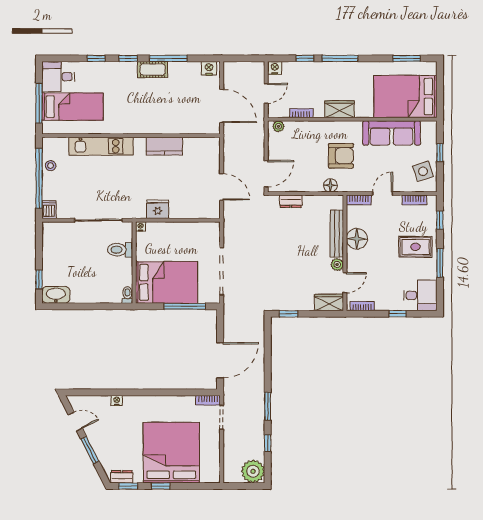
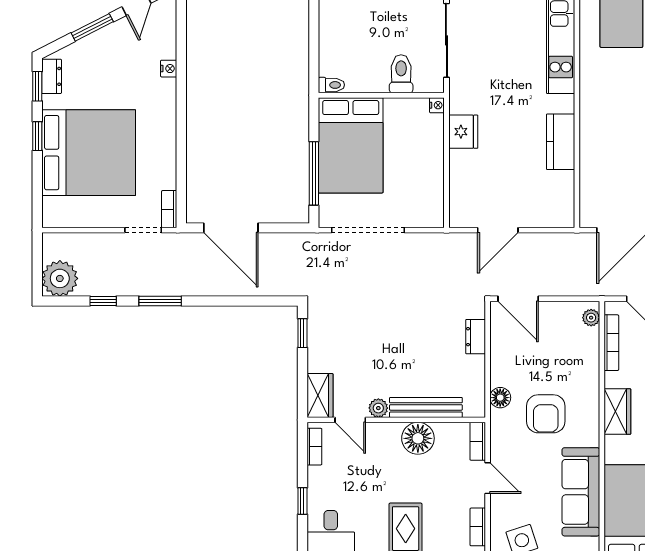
bookcase: (301, 113) -> (611, 343), width x1.56

